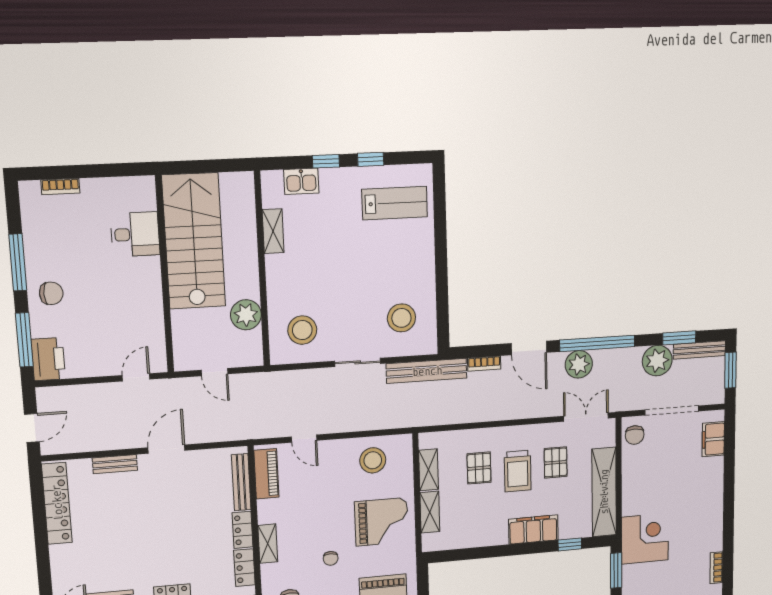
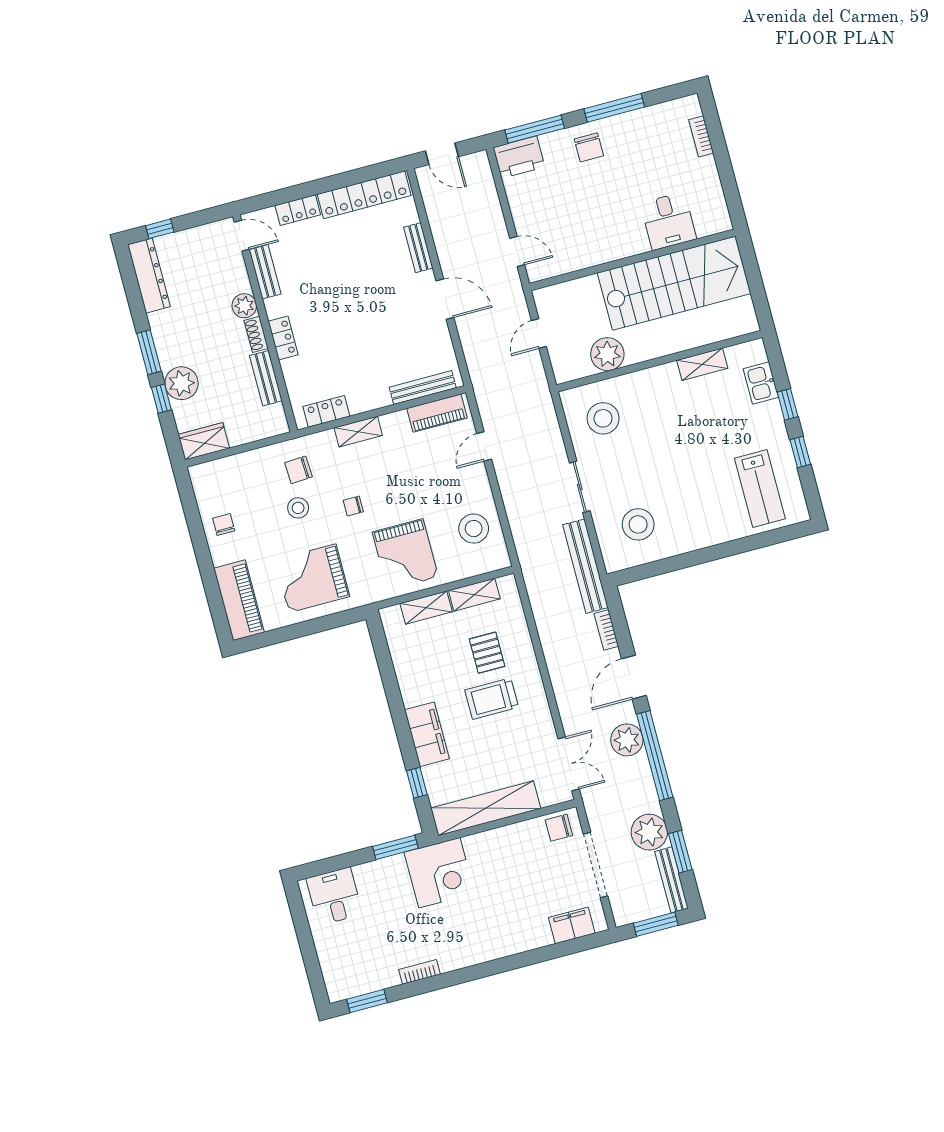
pallet: (556, 462) -> (510, 741), removed
pallet: (479, 468) -> (487, 653), turned 90
locker: (243, 530) -> (298, 210), moved, turned 180

